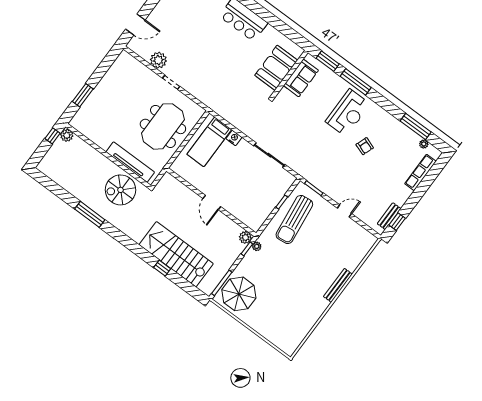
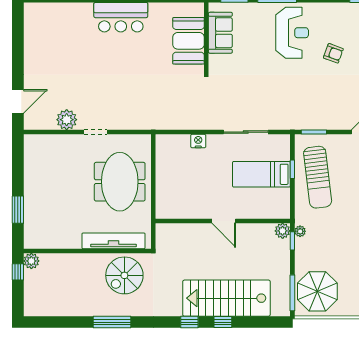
bed: (209, 142) -> (261, 174), moved, turned 90
window: (140, 252) -> (189, 322), added

